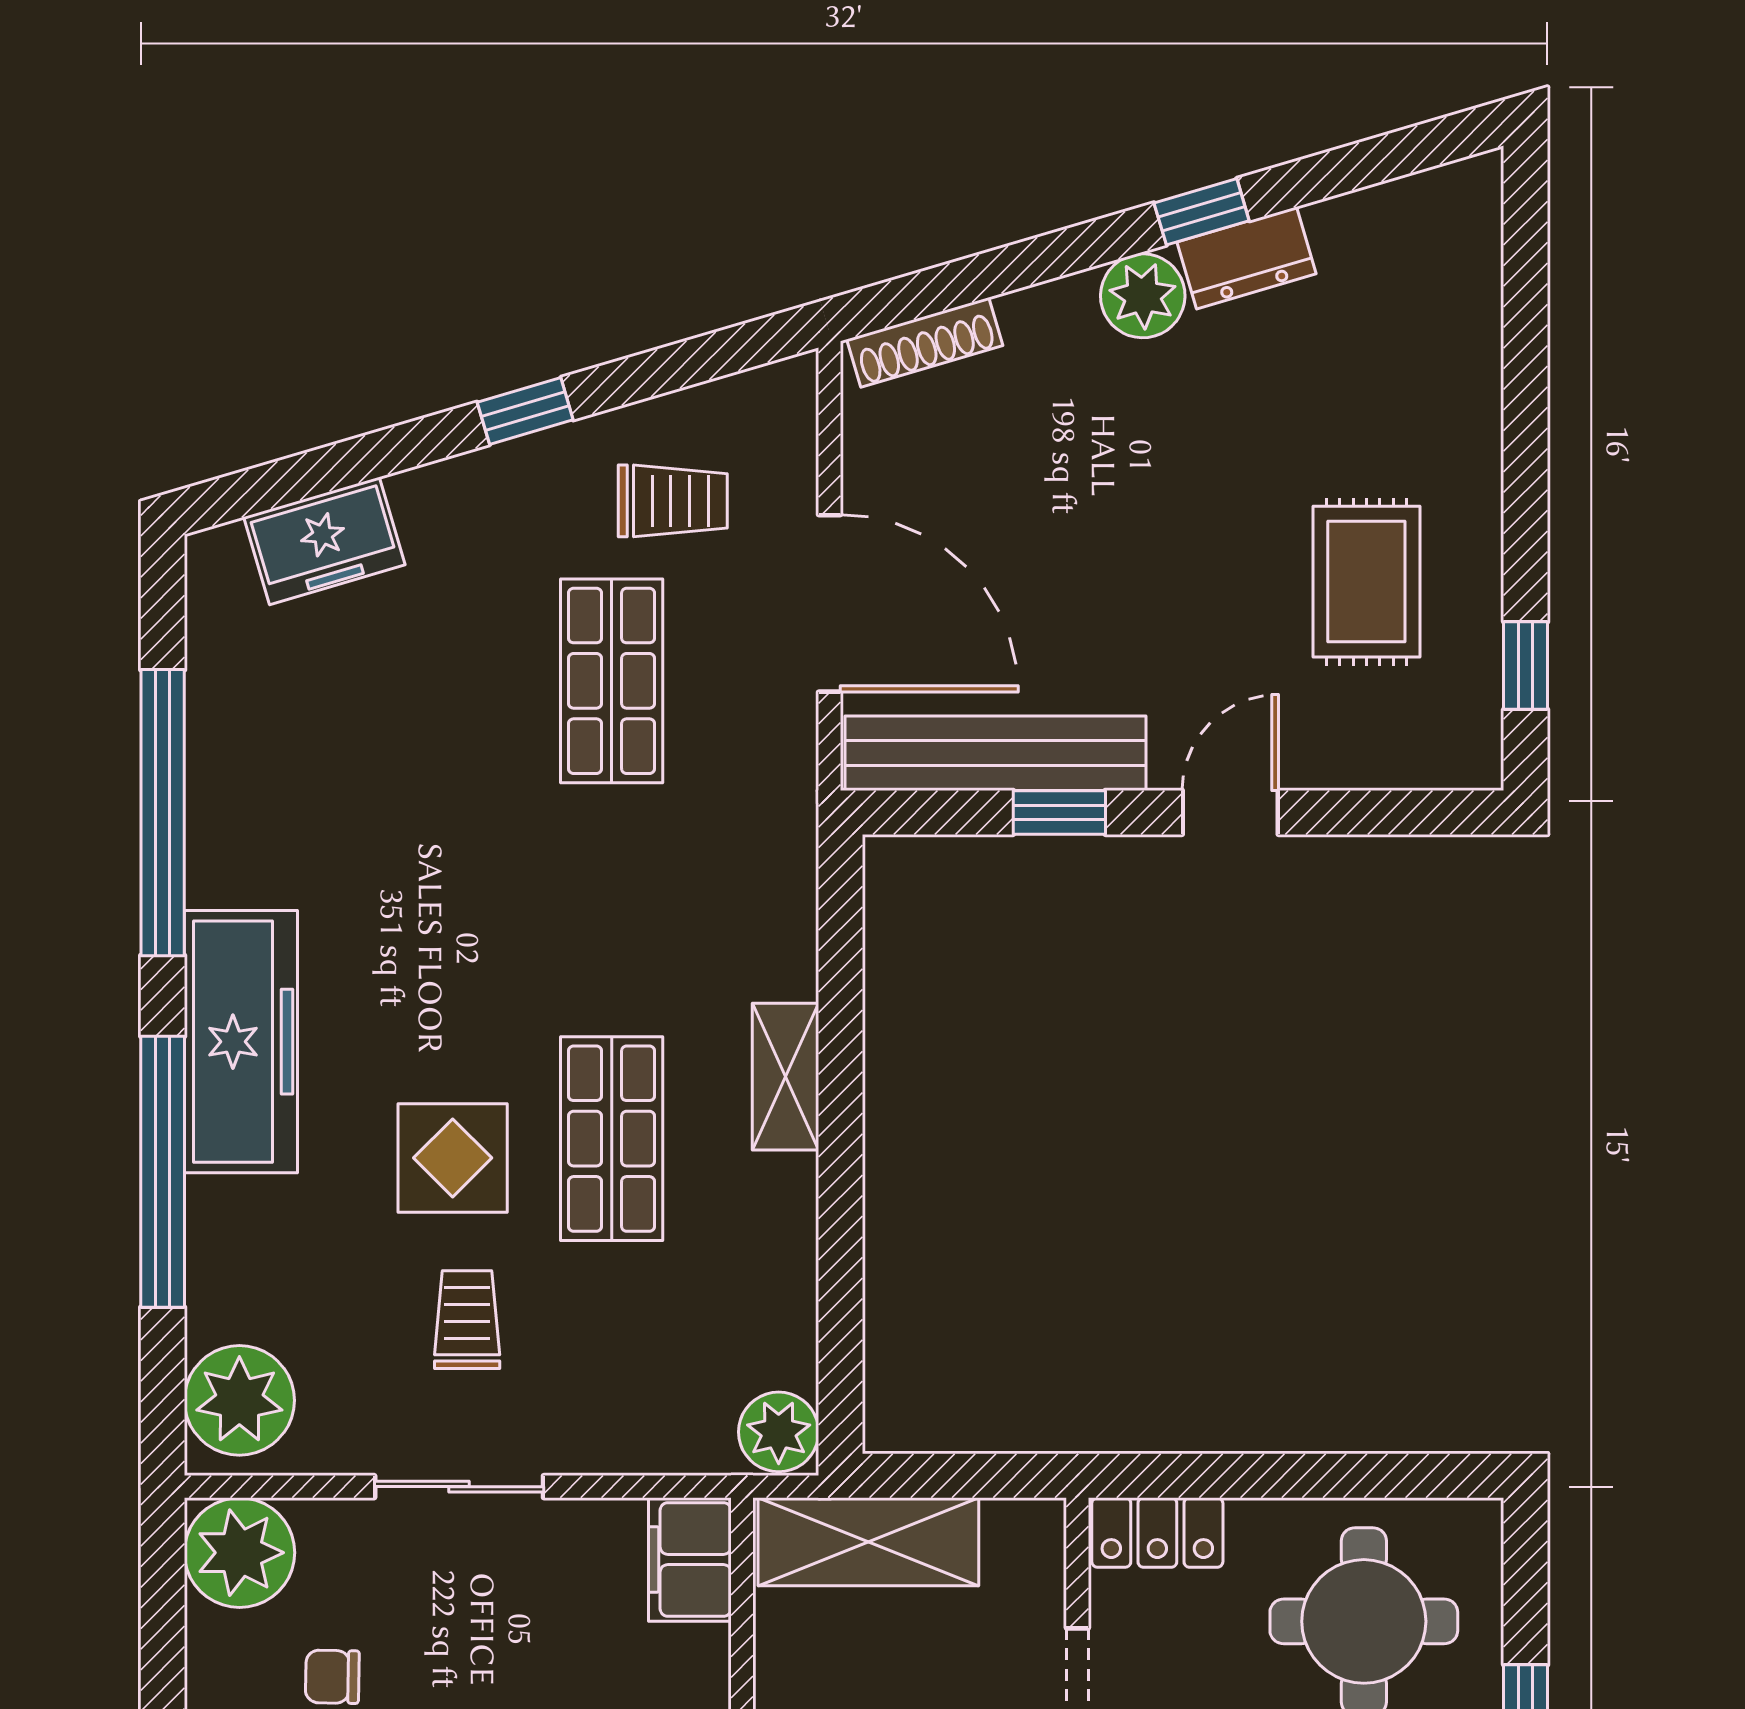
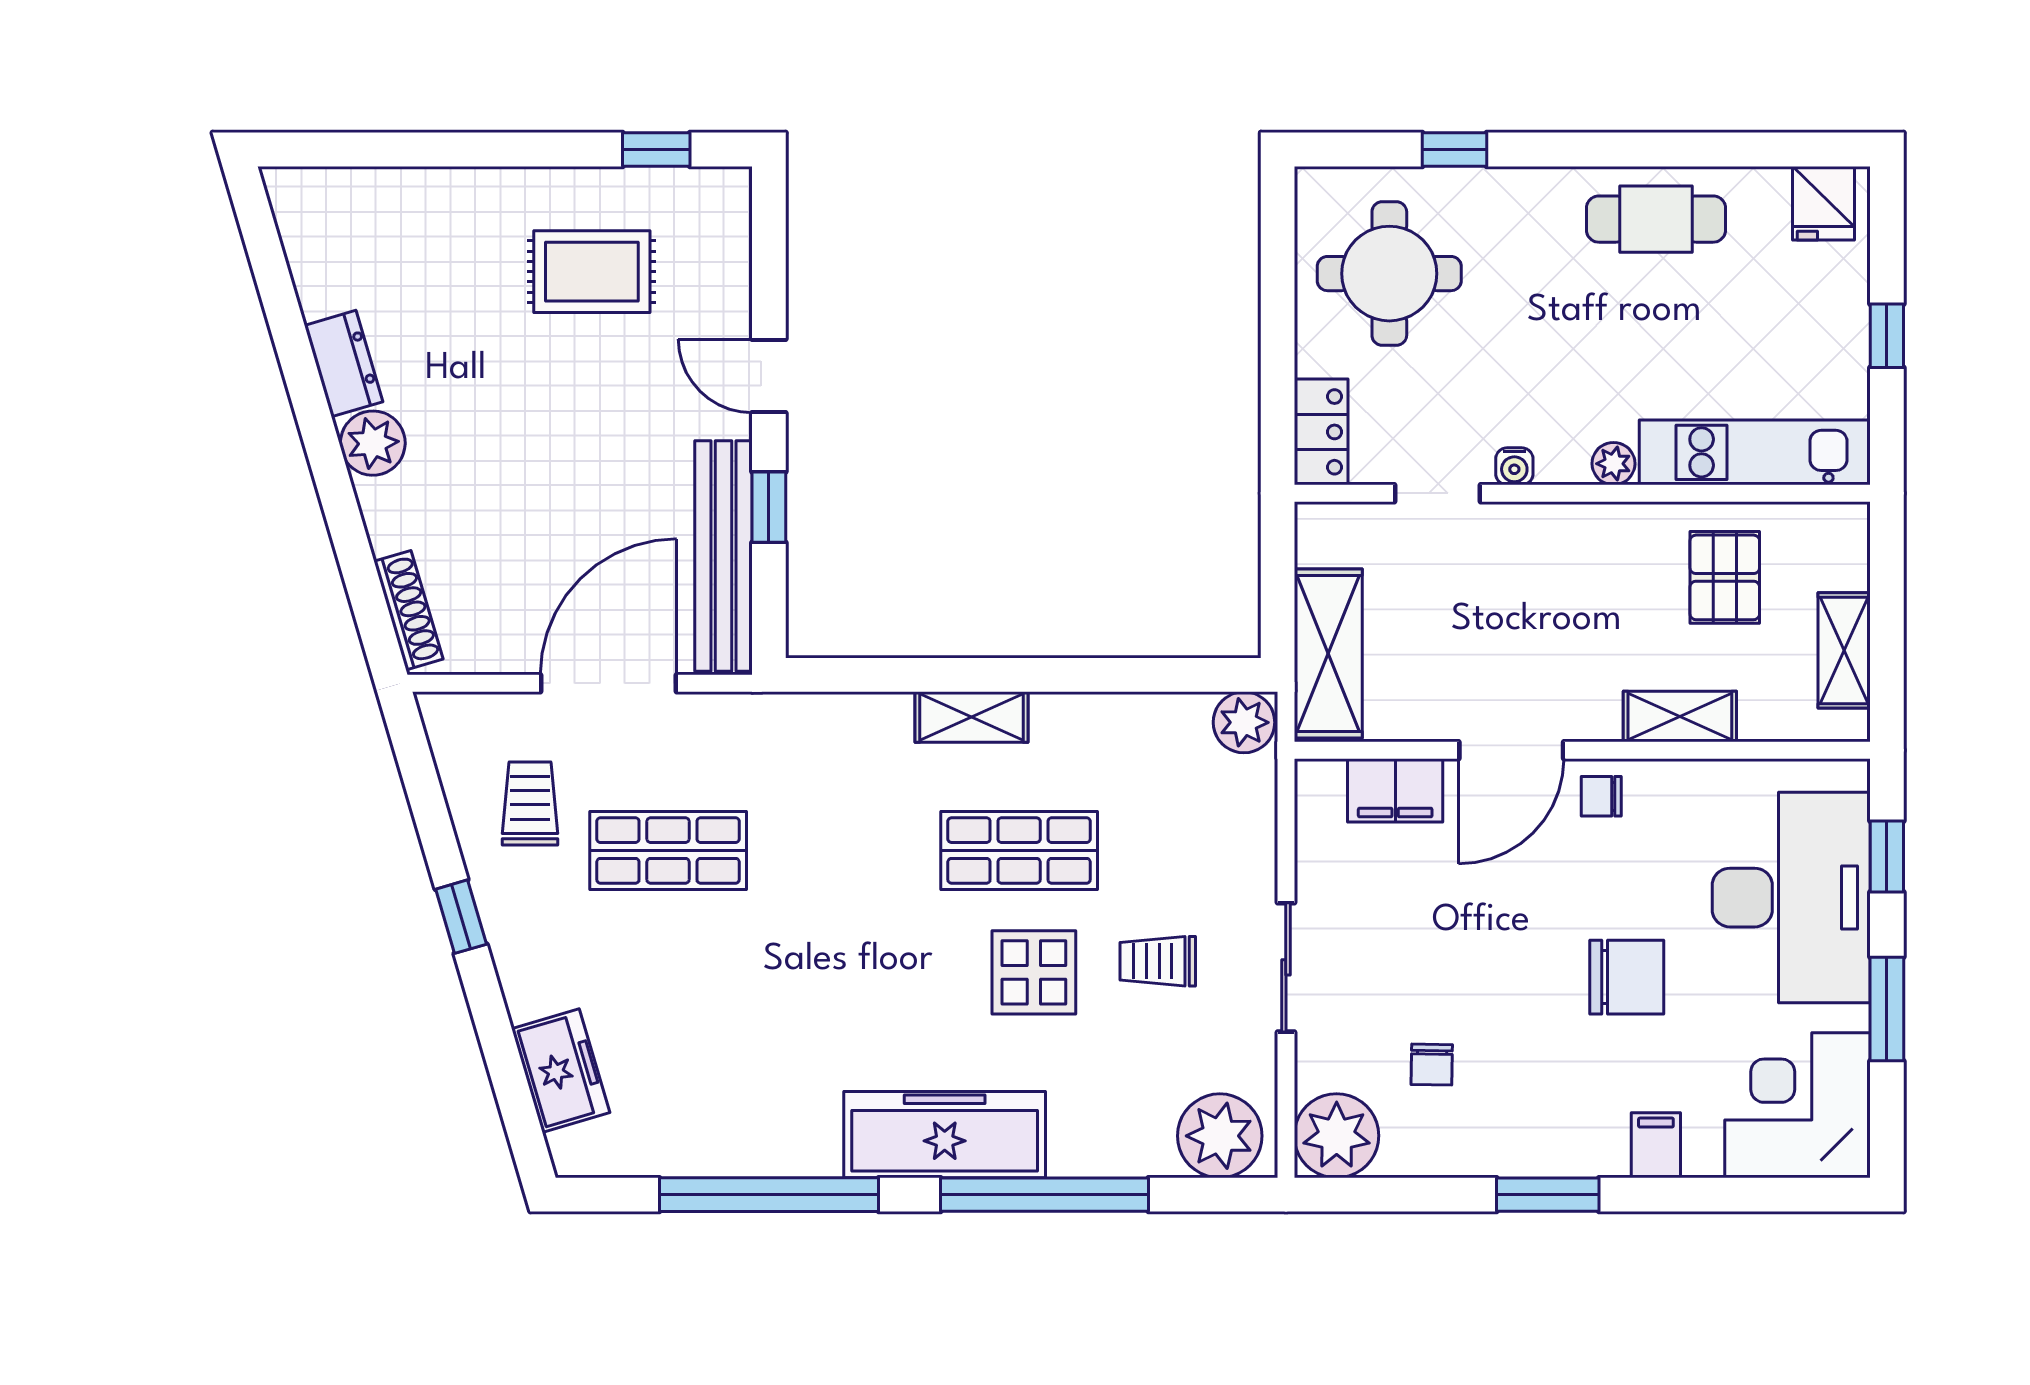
window: (1202, 212) -> (308, 398), removed
filing cabinet: (690, 1559) -> (1395, 790), moved

